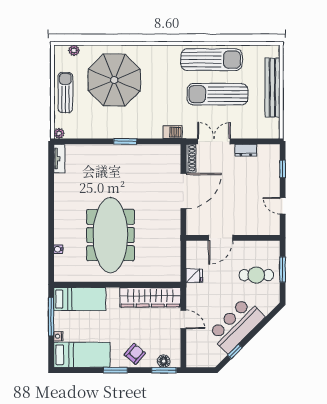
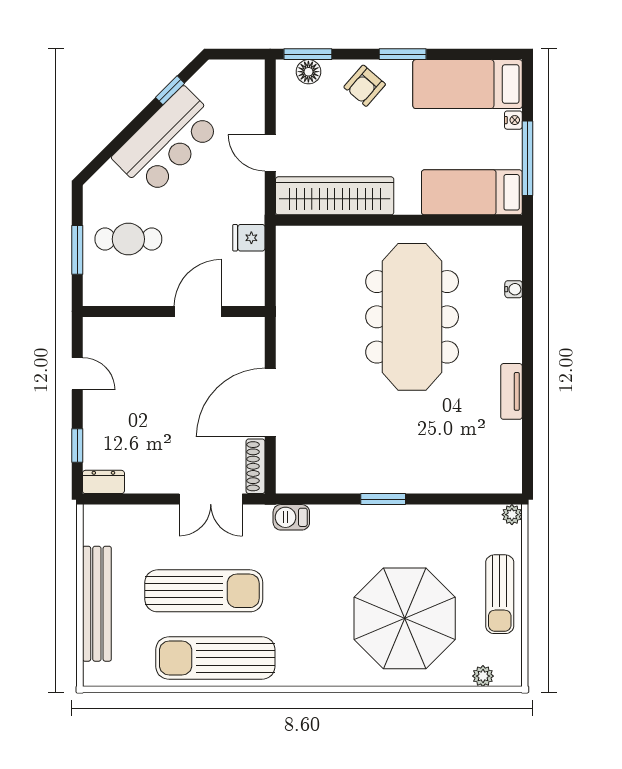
dresser: (246, 150) -> (103, 482), moved
tv unit: (59, 159) -> (511, 391), moved

